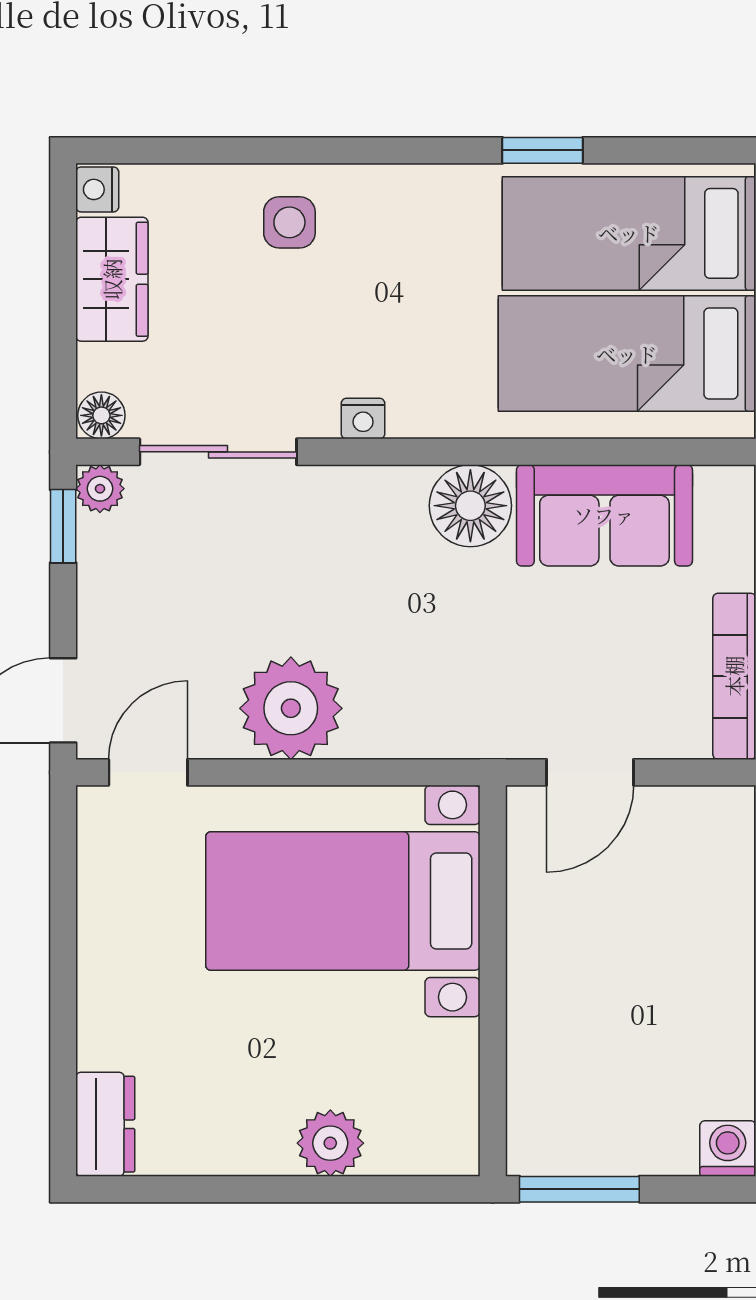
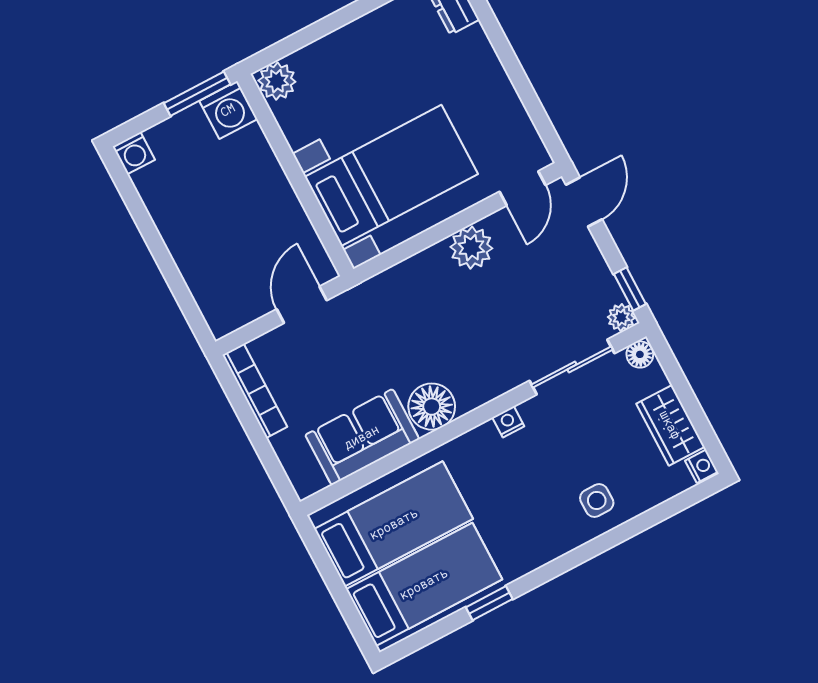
plant: (291, 708) -> (471, 248), width x0.73, depth x0.73
washing machine: (544, 1138) -> (228, 110), added
plant: (330, 1143) -> (277, 81), moved

